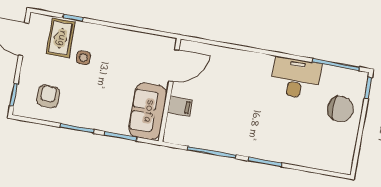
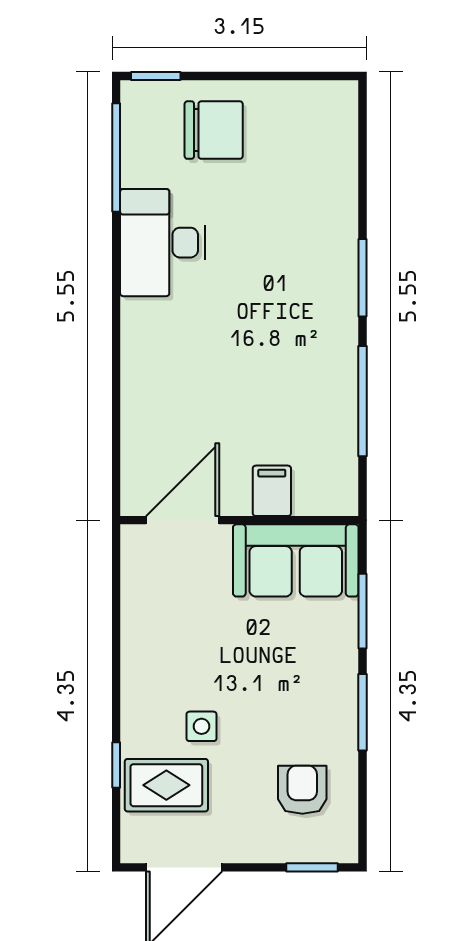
door: (174, 65) -> (183, 520), hinge flipped
armchair: (48, 96) -> (302, 790), turned 90
chair: (340, 109) -> (214, 130), turned 89

